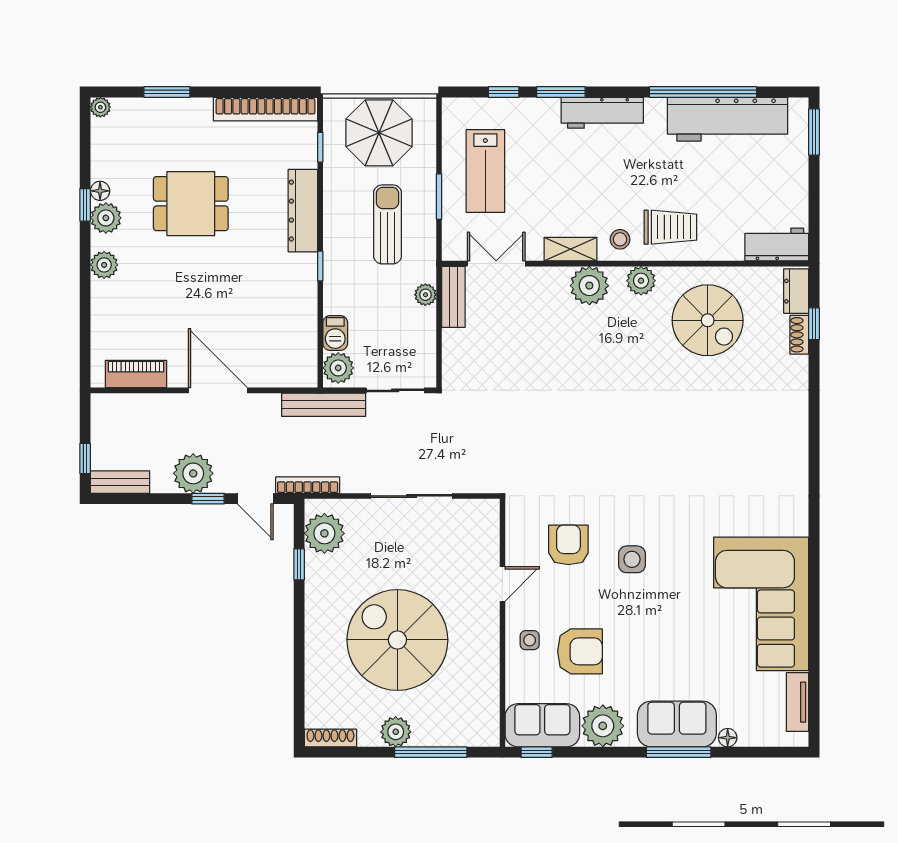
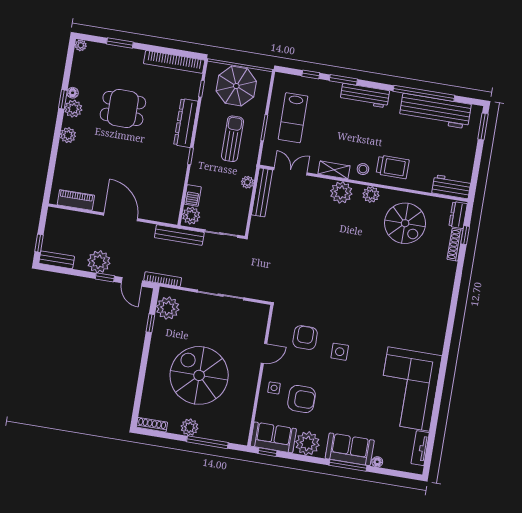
bench: (453, 297) -> (262, 192), width x1.36
shoe rack: (799, 335) -> (455, 245), width x1.43

